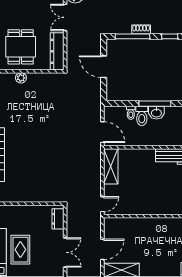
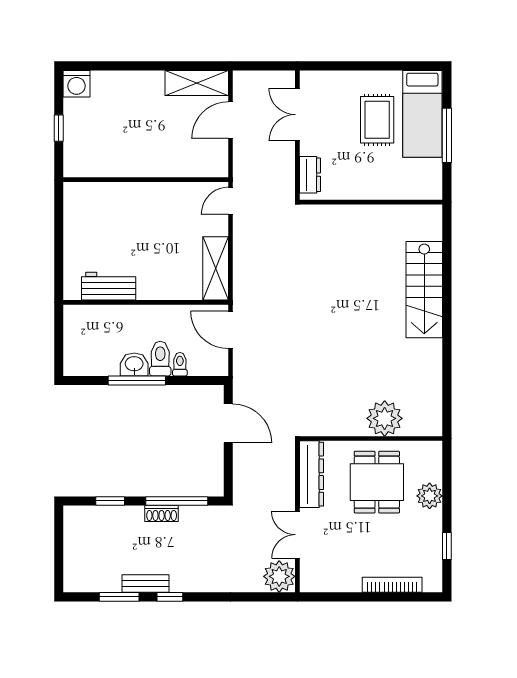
double door: (65, 17) -> (297, 535), swing flipped
door: (104, 67) -> (228, 423), moved
plant: (21, 78) -> (385, 418), width x1.88, depth x1.88

